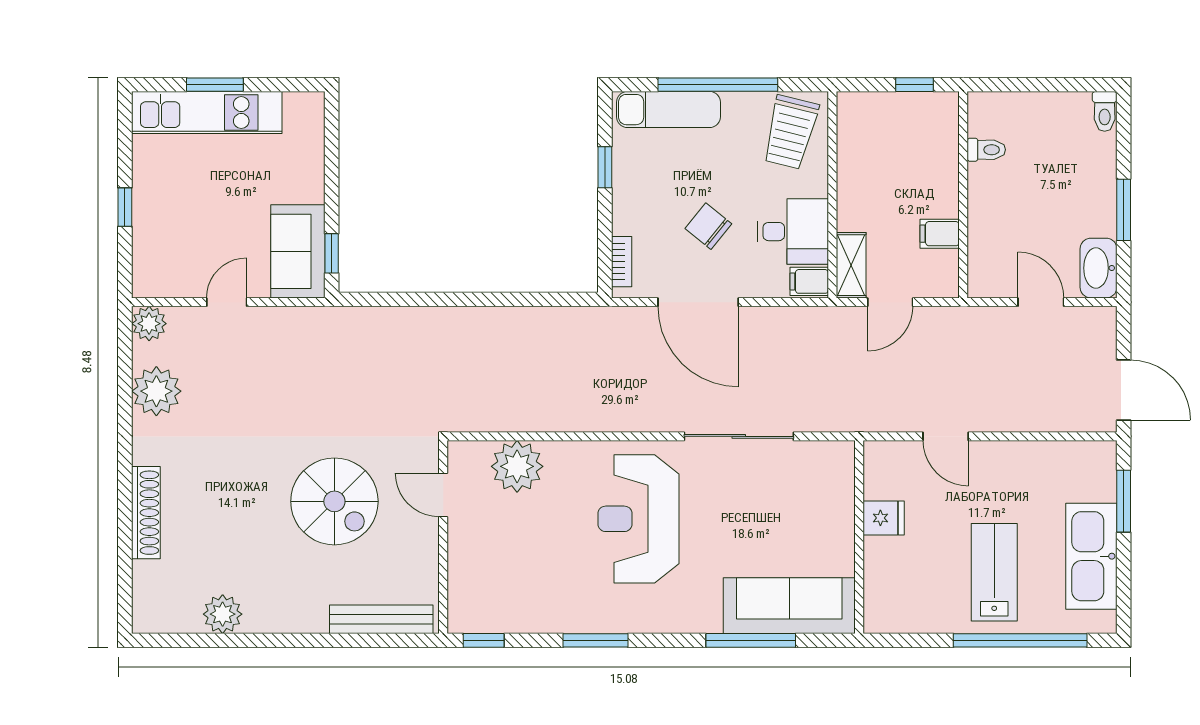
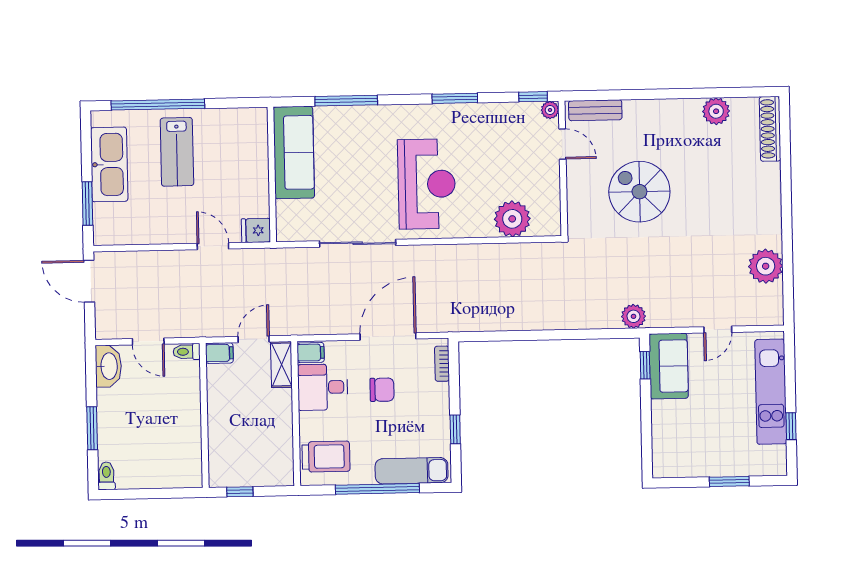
kitchen unit: (207, 113) -> (771, 392), moved, turned -90
trolley: (790, 132) -> (326, 457), turned 76
toilet: (986, 150) -> (187, 352), moved
window: (125, 207) -> (791, 426), moved
window: (1124, 210) -> (92, 428), moved
chair: (708, 226) -> (382, 390), turned -39
filing cabinet: (940, 234) -> (219, 353), moved
door: (698, 302) -> (388, 336), hinge flipped
plant: (149, 324) -> (633, 316), moved
door: (443, 495) -> (562, 144), moved
shoe rack: (146, 513) -> (770, 129), moved
fridge: (884, 518) -> (256, 230), moved
sofa: (789, 606) -> (294, 152), moved, turned -90
bench: (381, 619) -> (595, 110), width x0.73
plant: (460, 621) -> (550, 110), added

